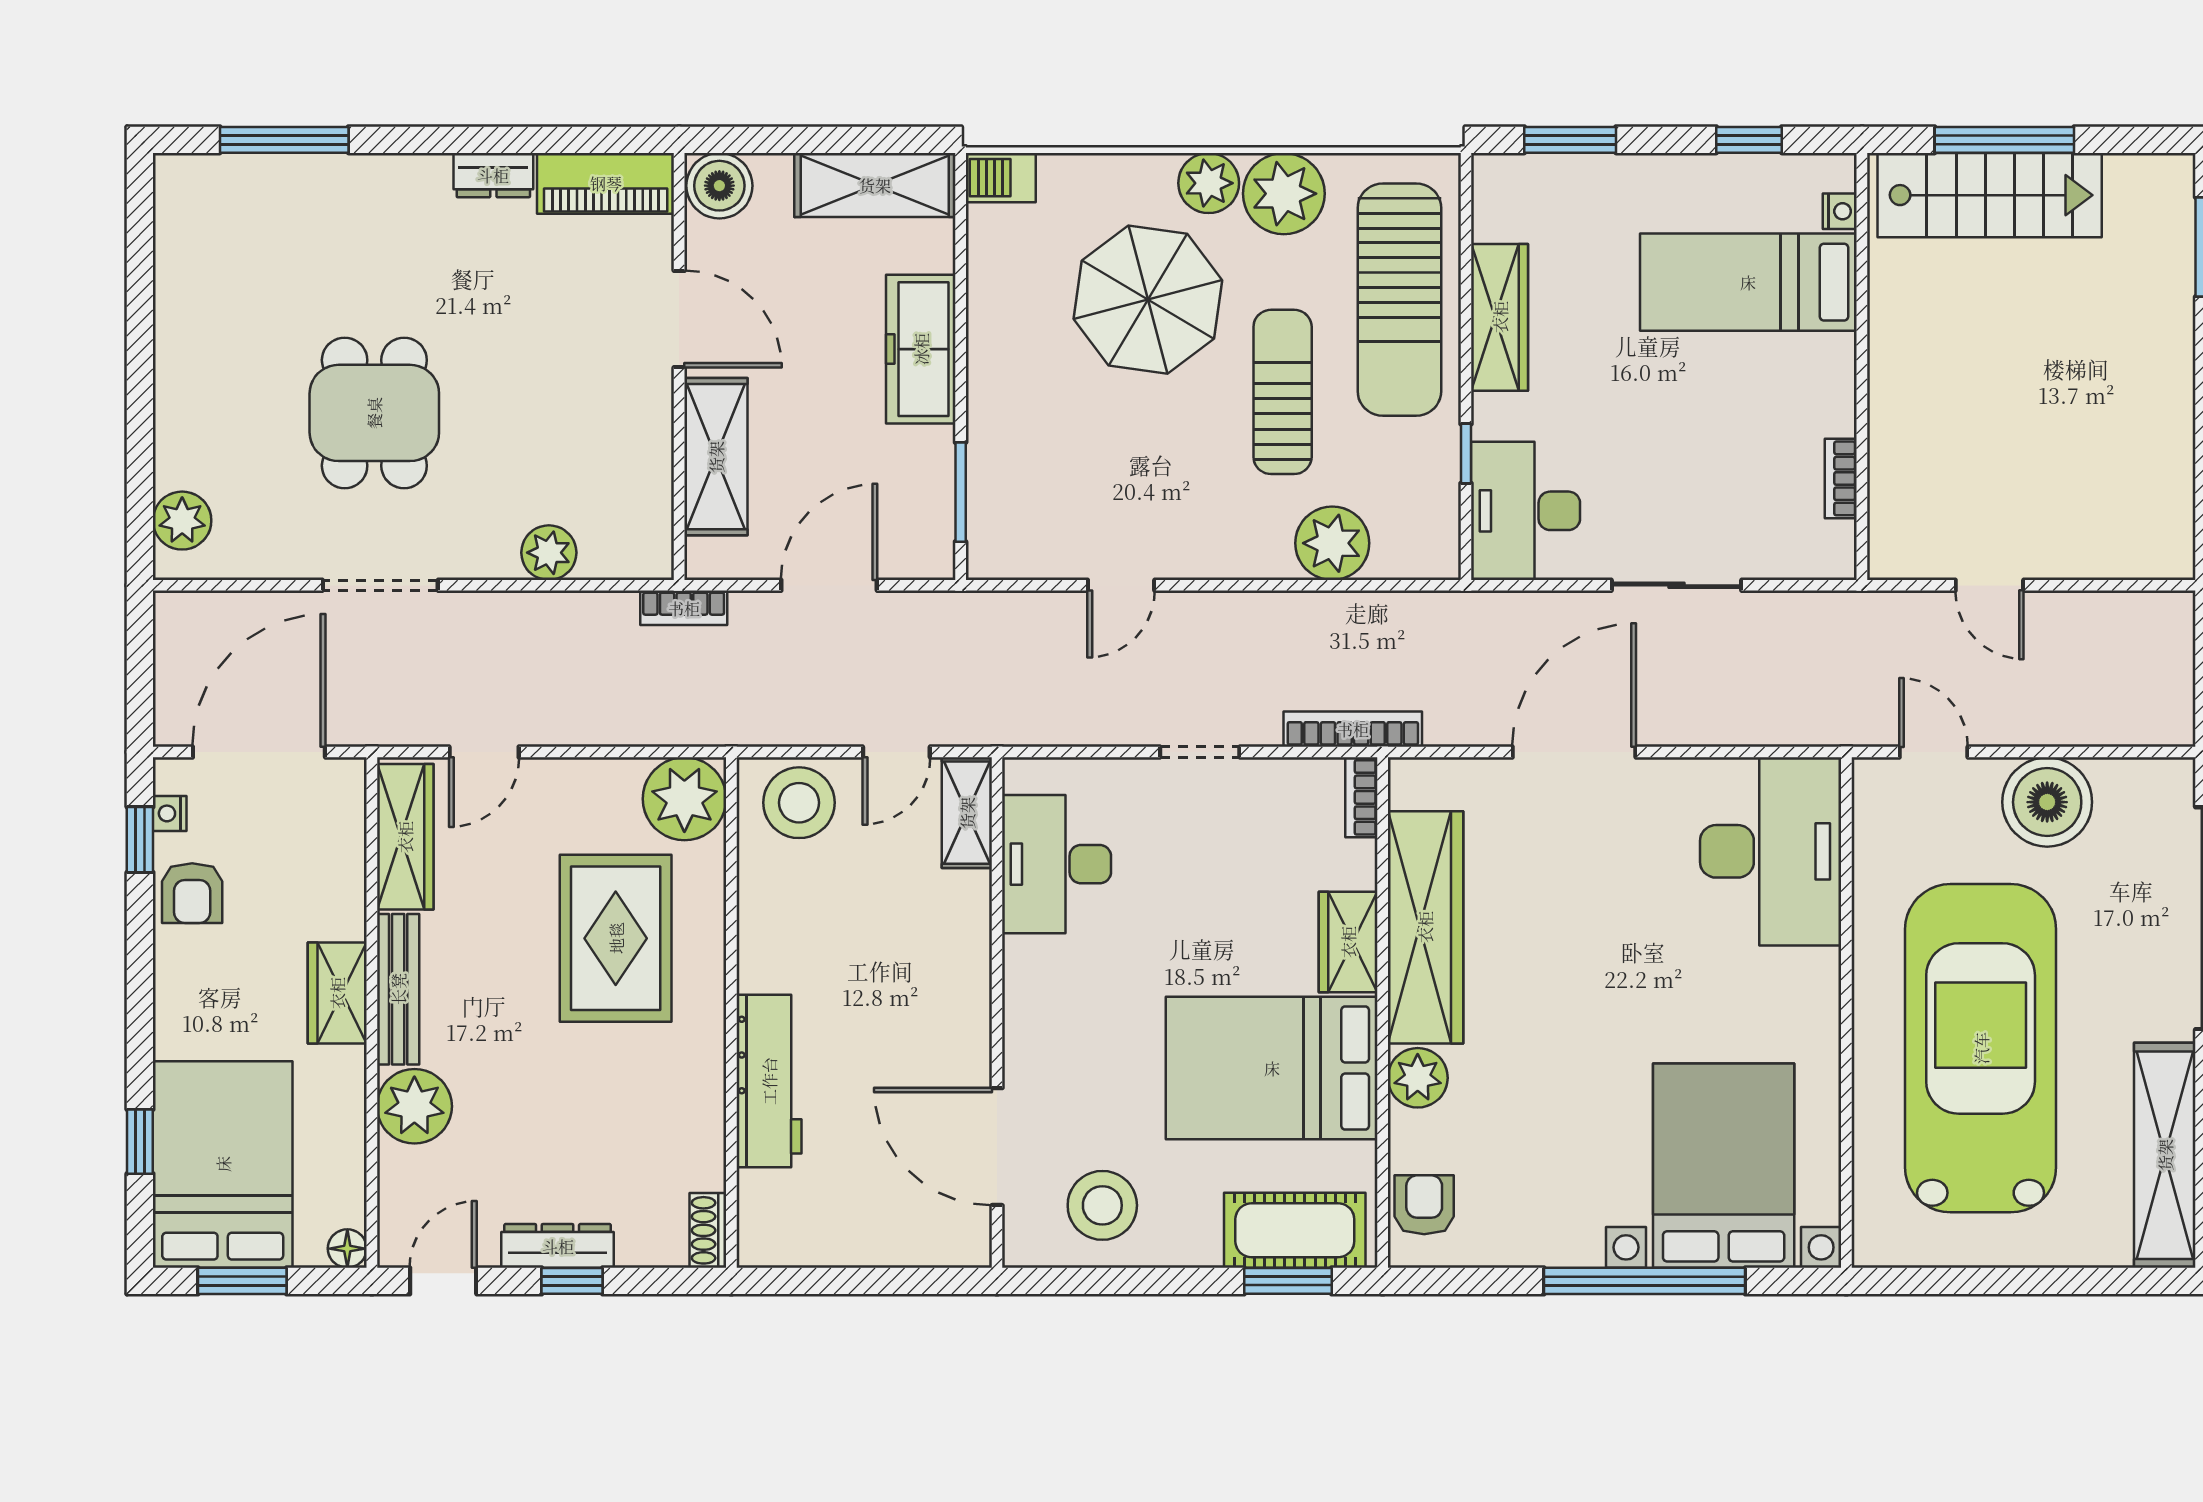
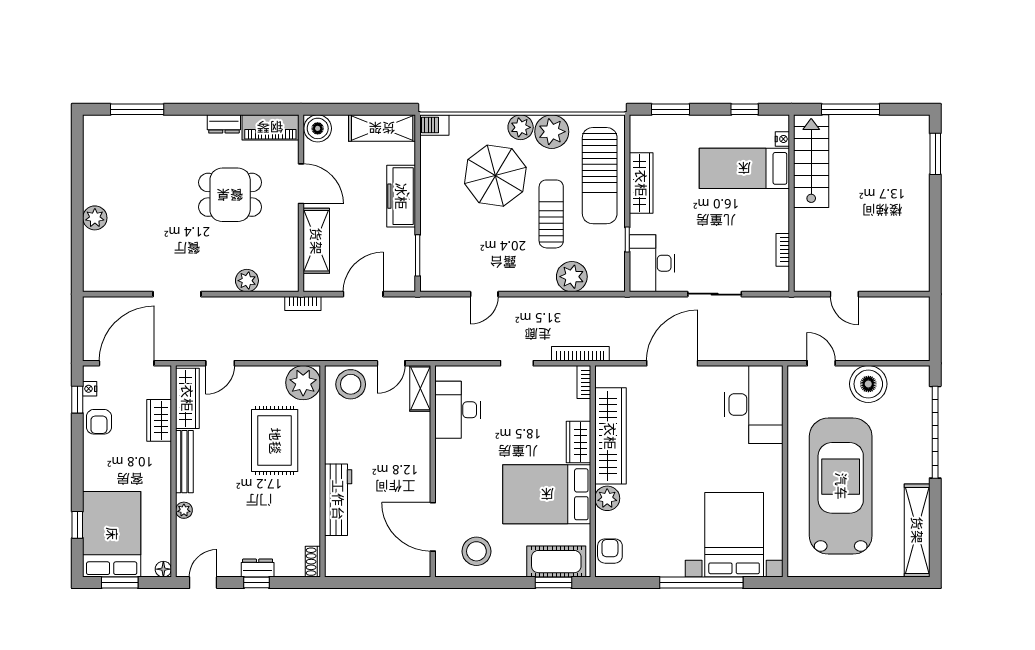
stairs: (1990, 195) -> (811, 161), moved, turned -90
dining table: (374, 413) -> (230, 195), moved, turned 90
plant: (182, 521) -> (95, 218), moved
wardrobe: (337, 993) -> (159, 420), moved
plant: (414, 1106) -> (184, 510), width x0.53, depth x0.53
dresser: (558, 1246) -> (258, 568), width x0.70

